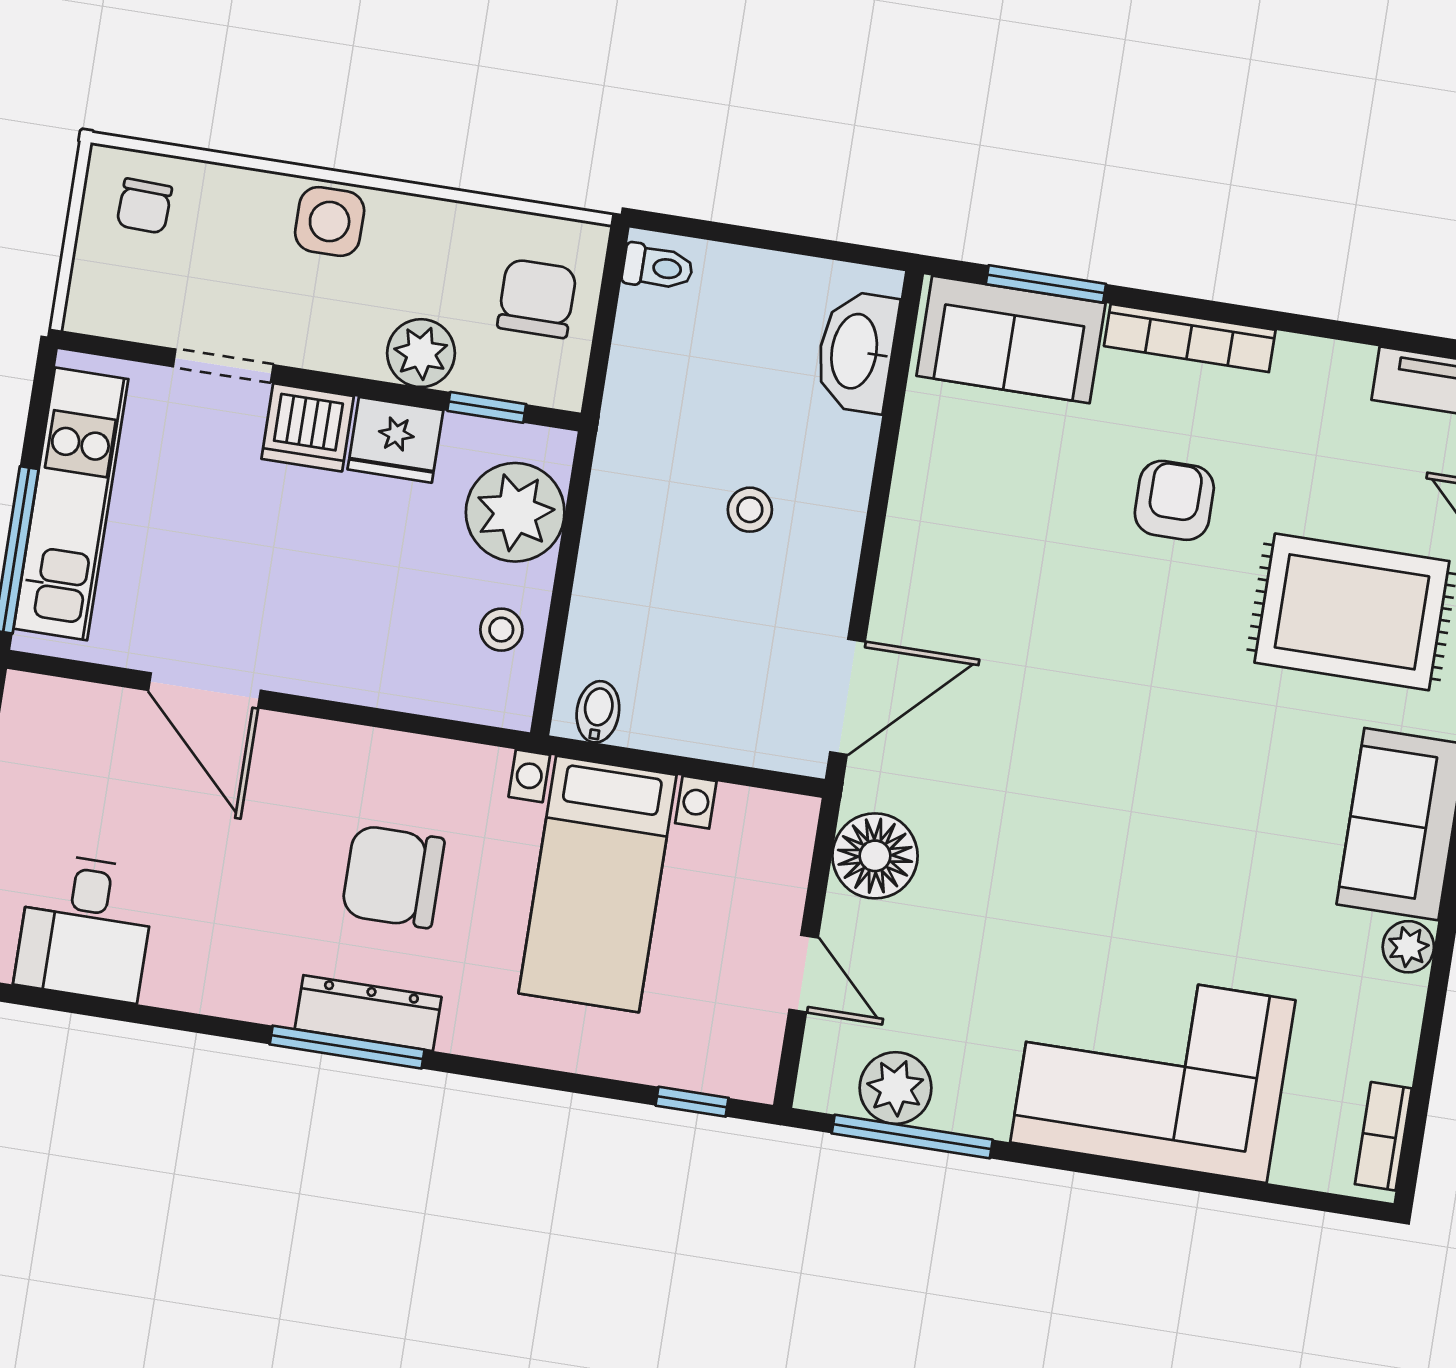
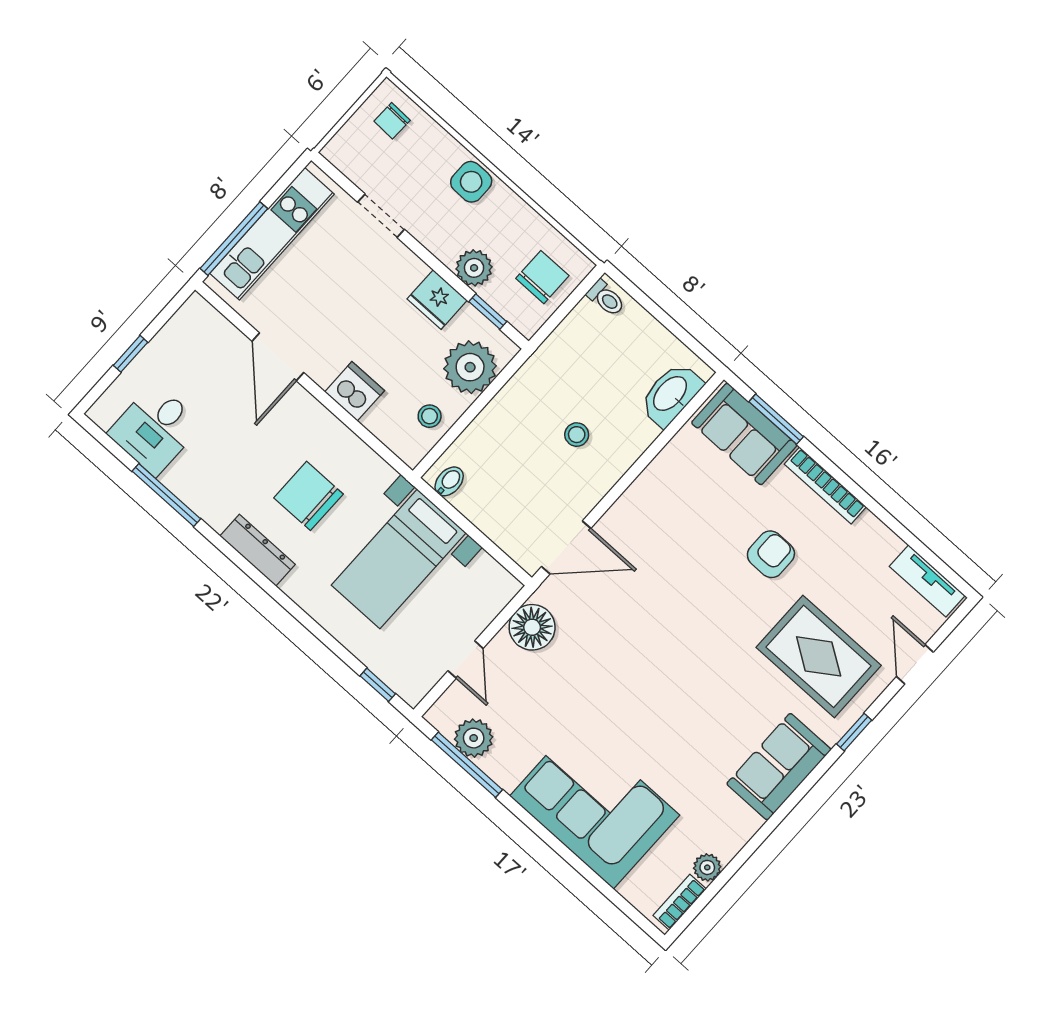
dishwasher: (308, 427) -> (355, 391), moved, turned 180
plant: (1408, 947) -> (707, 867), moved
window: (347, 1047) -> (166, 495), moved

